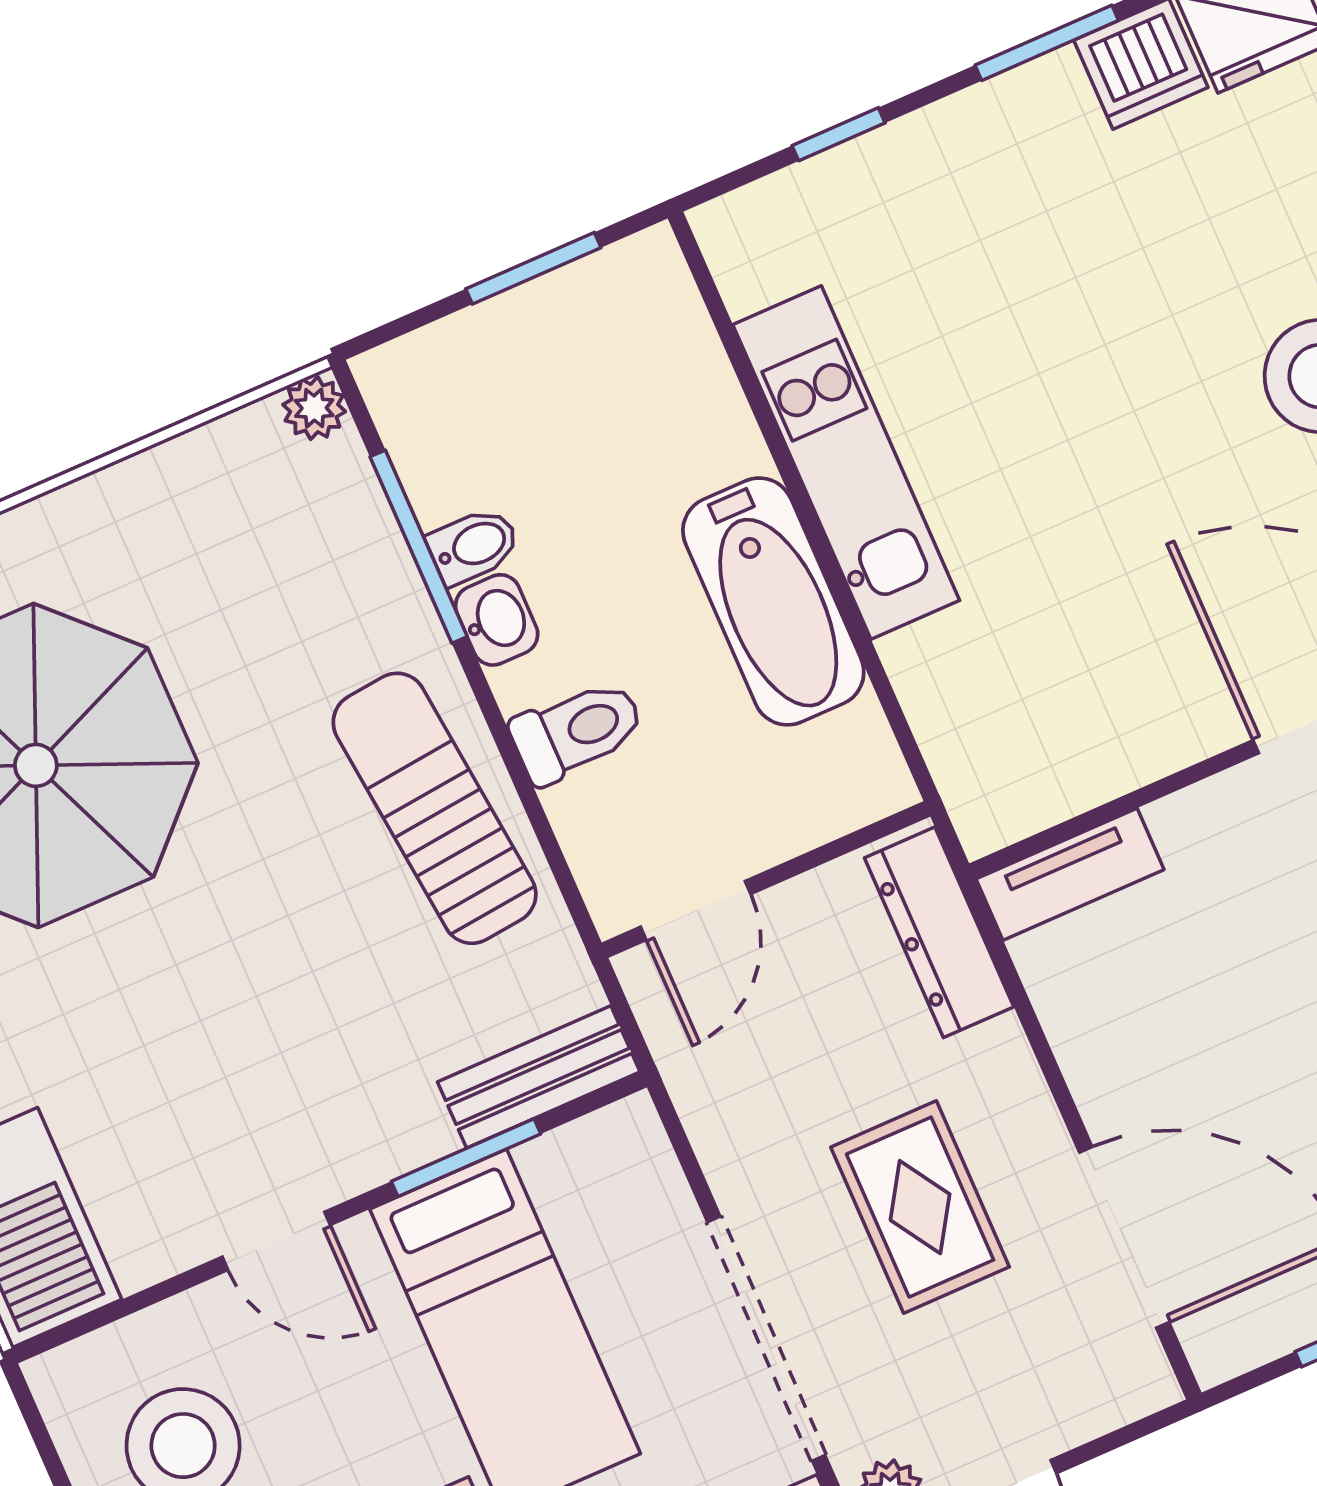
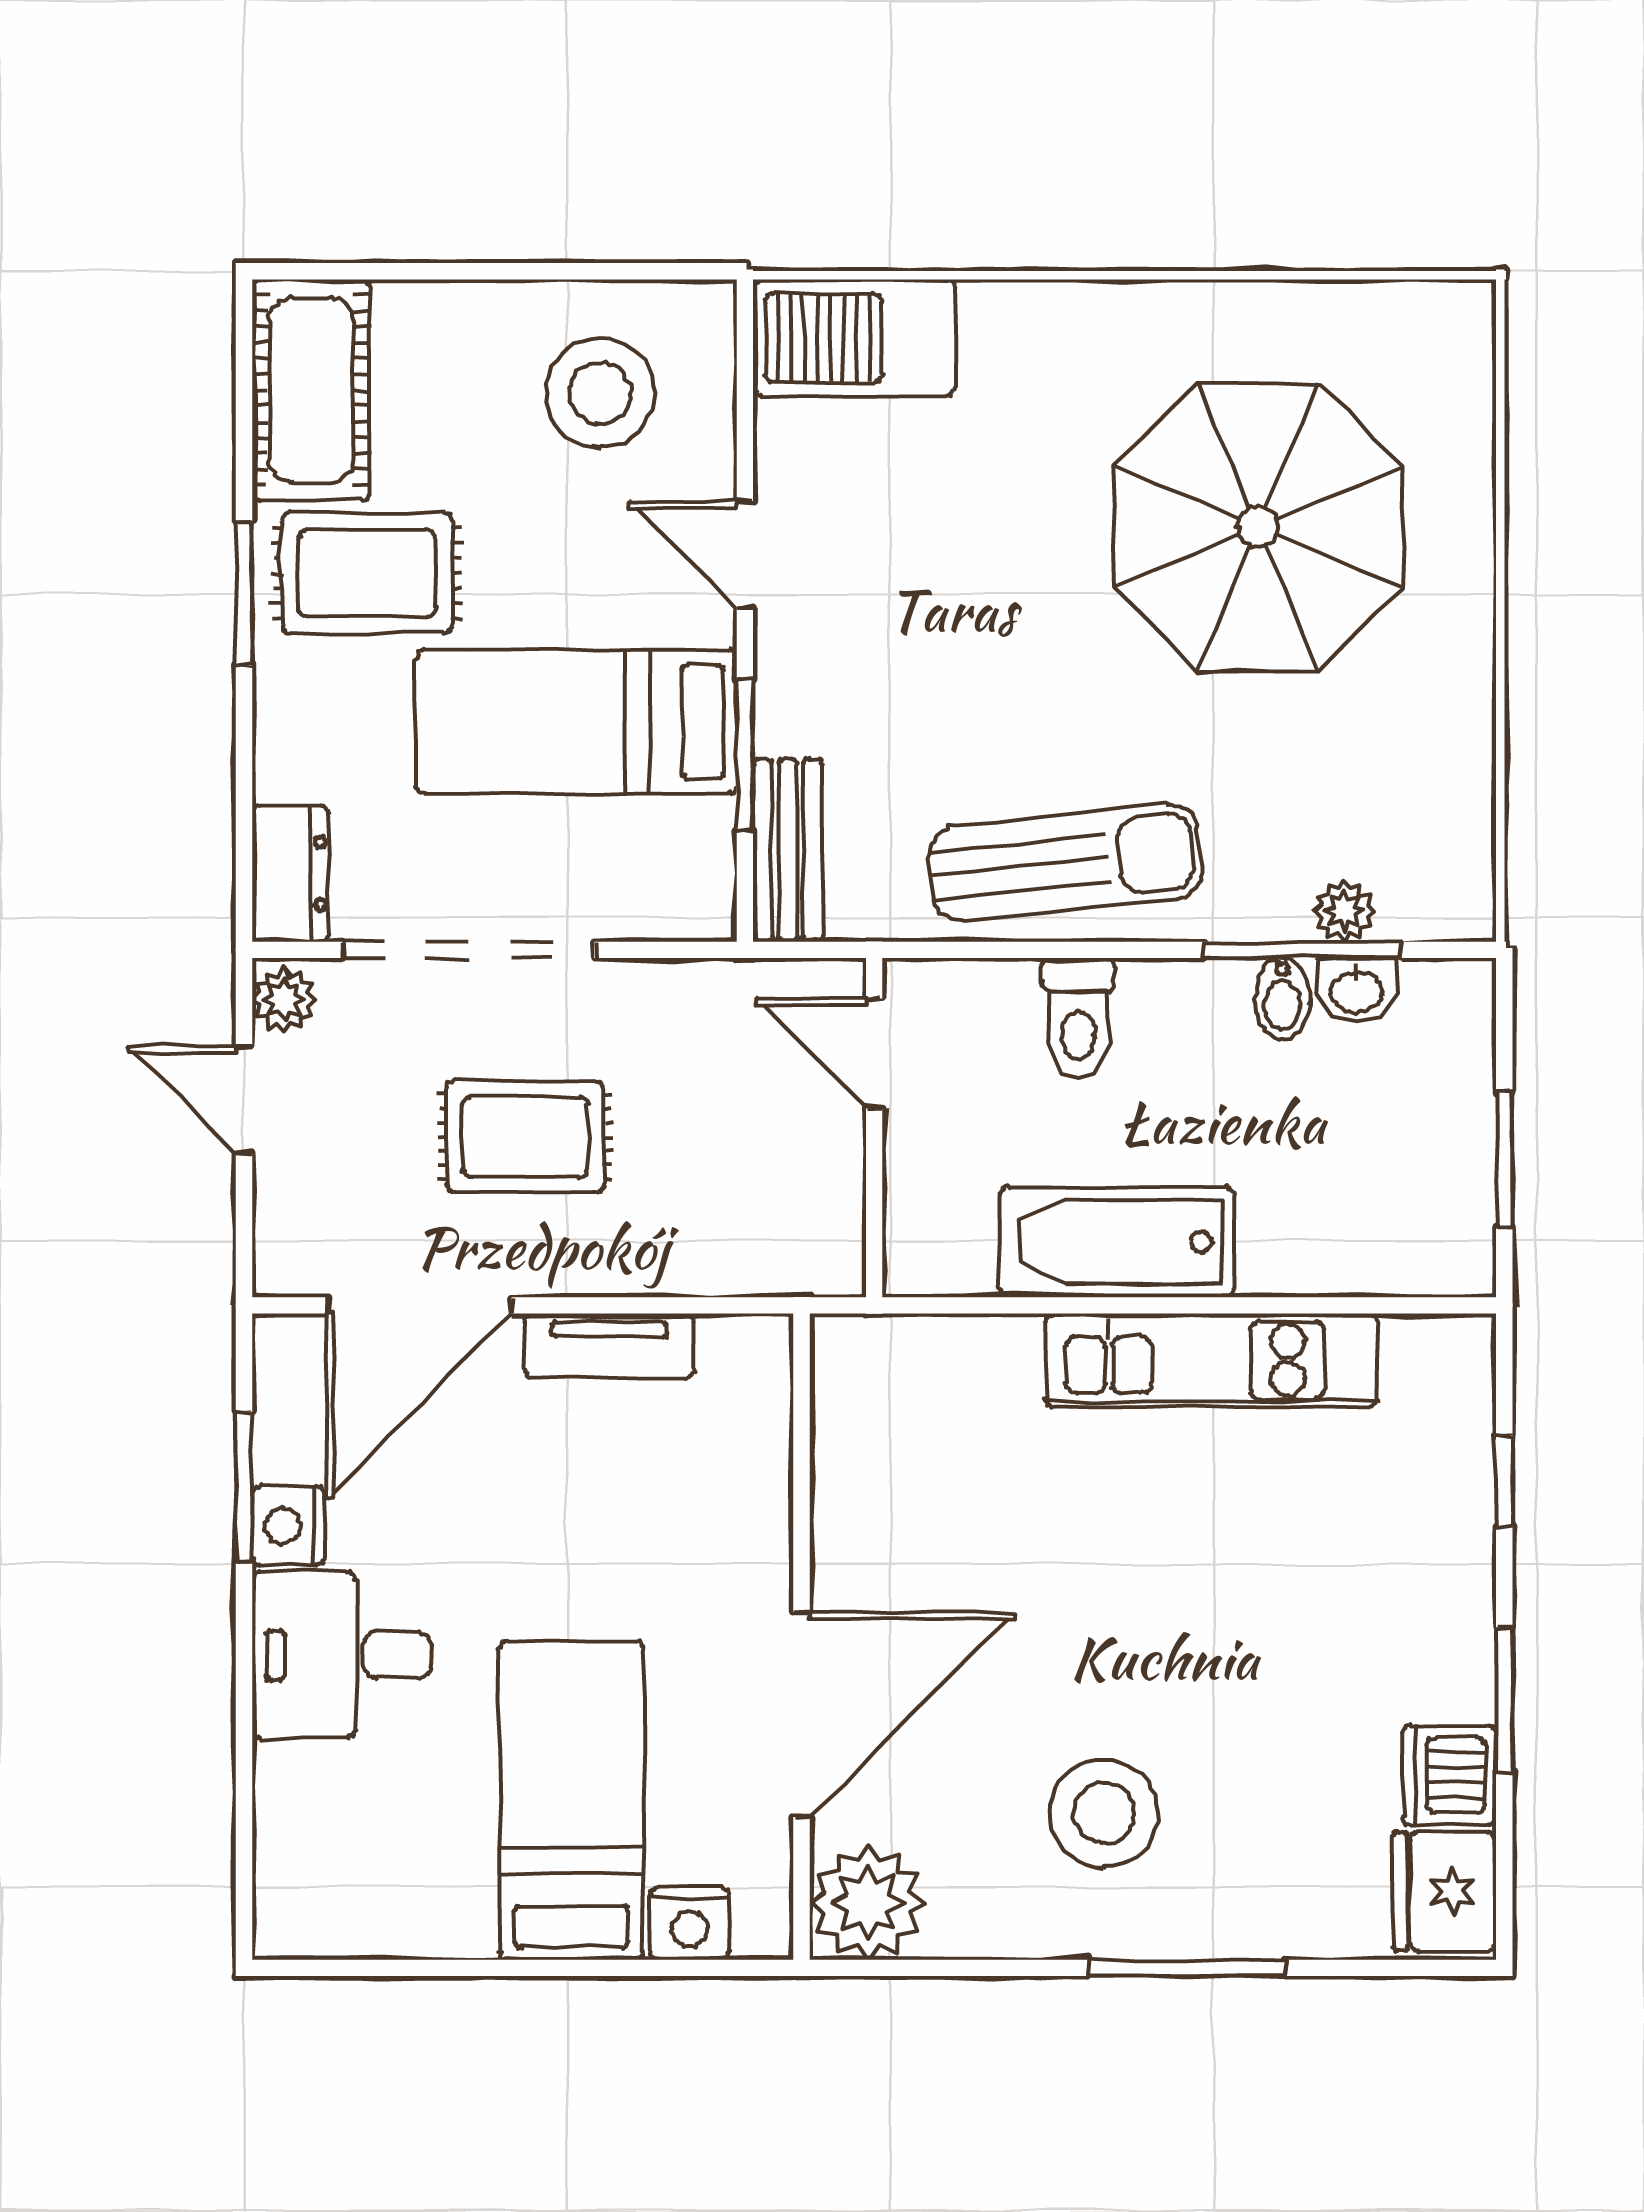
plant: (314, 408) -> (1345, 911), moved
washbasin: (497, 620) -> (1357, 990), moved
tv unit: (1070, 874) -> (609, 1346), moved, turned -90
dresser: (939, 932) -> (760, 1260), removed
door: (276, 1241) -> (745, 555), hinge flipped

